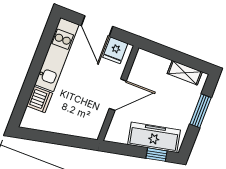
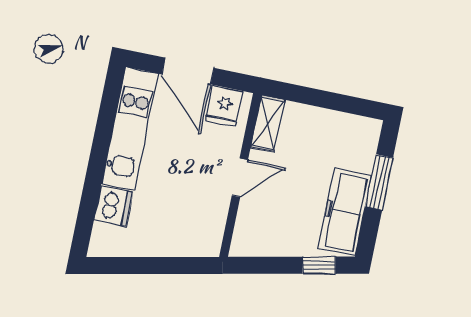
shelving: (185, 73) -> (268, 123), moved, turned 90
door: (118, 95) -> (240, 178), width x0.73
freezer: (154, 137) -> (345, 212), moved, turned -78

